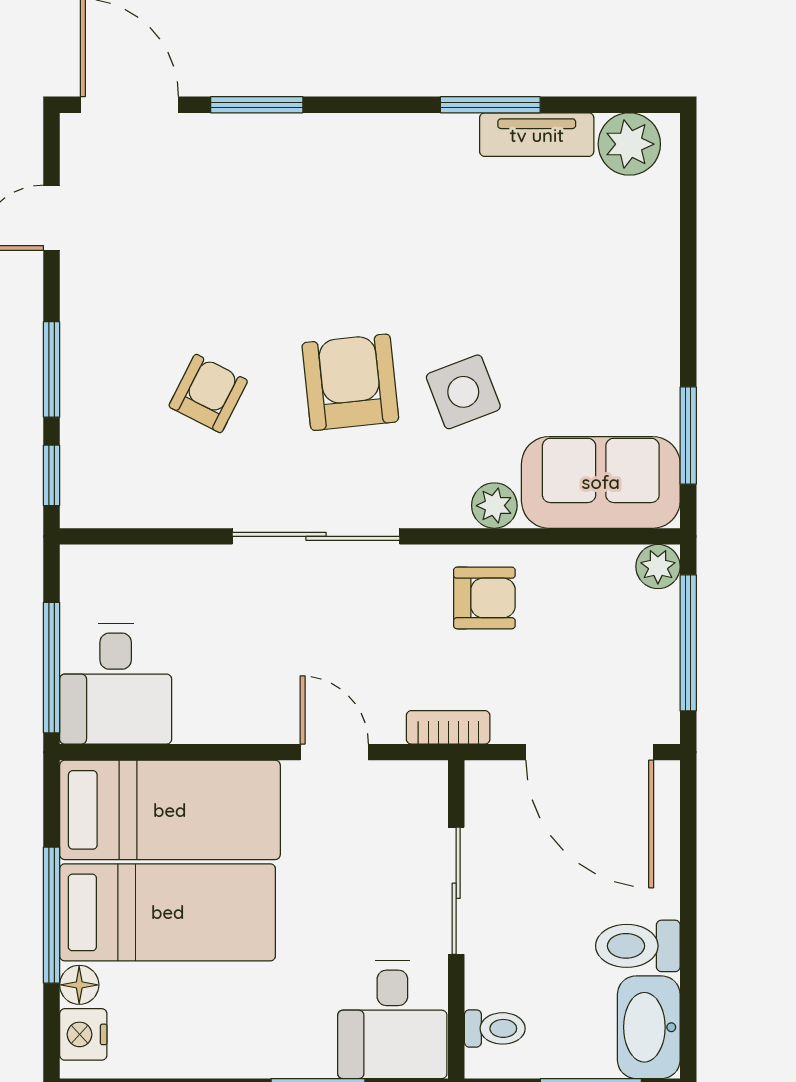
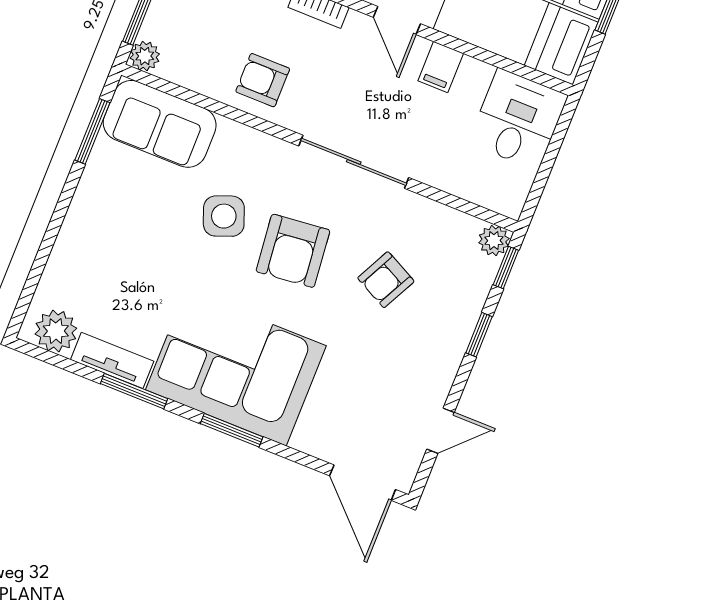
window: (257, 105) -> (232, 430), moved
corner sofa: (364, 192) -> (236, 368), added
window: (52, 369) -> (479, 335), width x0.67
plant: (494, 506) -> (494, 241), moved
window: (52, 668) -> (555, 146), removed
filing cabinet: (249, 713) -> (441, 67), added

